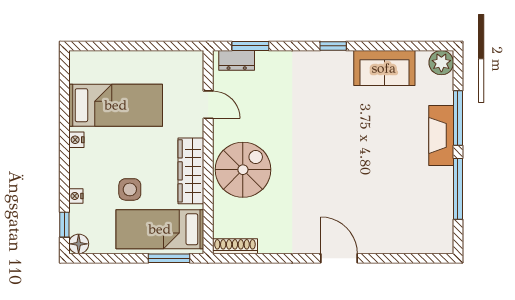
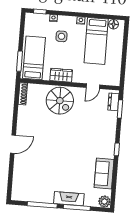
wardrobe: (191, 171) -> (61, 75), width x0.67
side table: (130, 189) -> (61, 36), moved
floor lamp: (79, 244) -> (114, 24), moved

